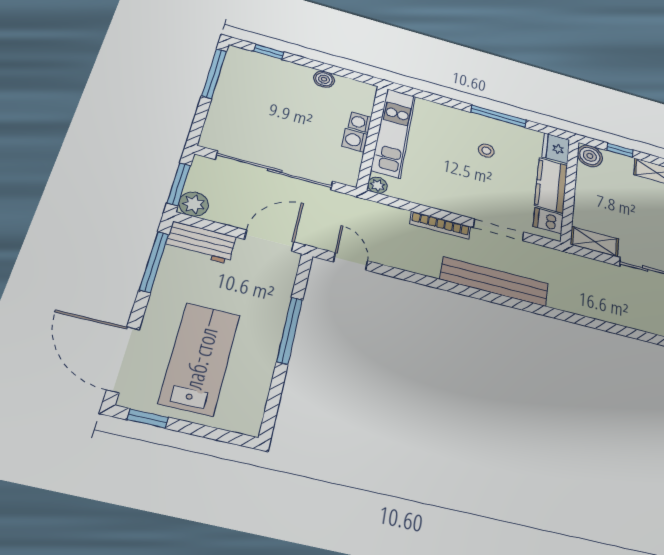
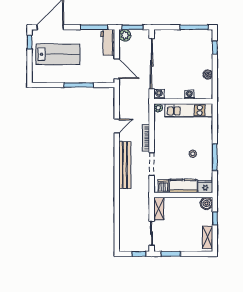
washing machine: (355, 140) -> (159, 94), moved
door: (351, 261) -> (117, 126), moved

